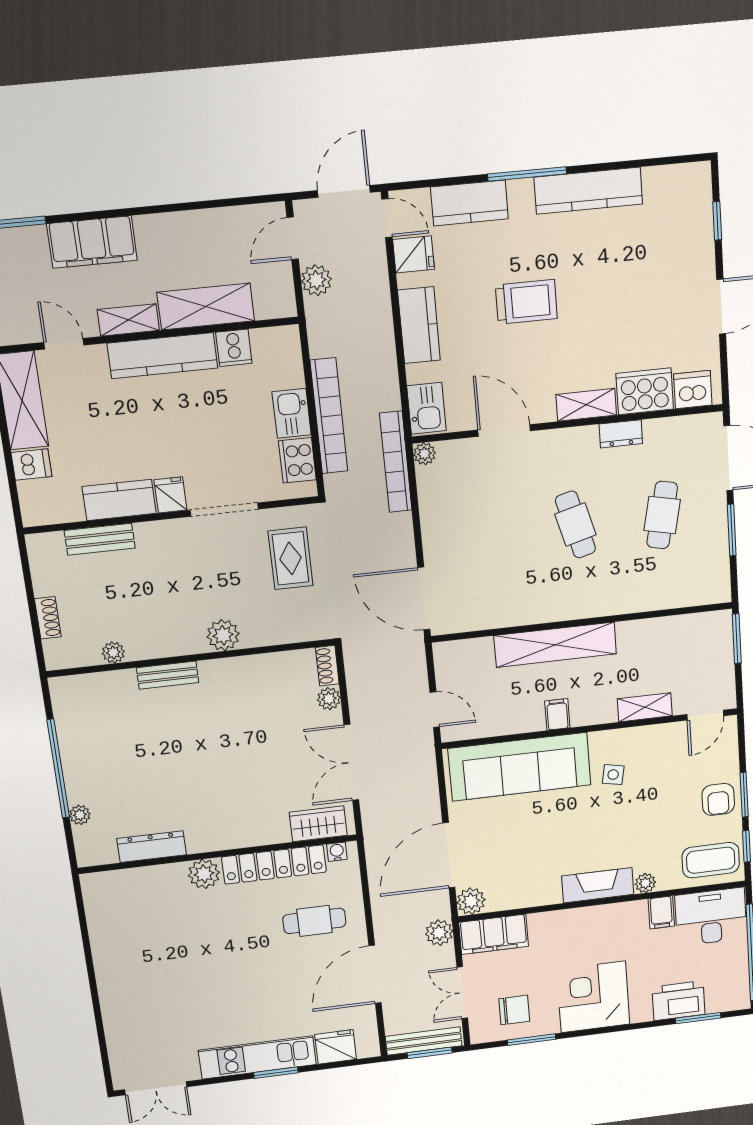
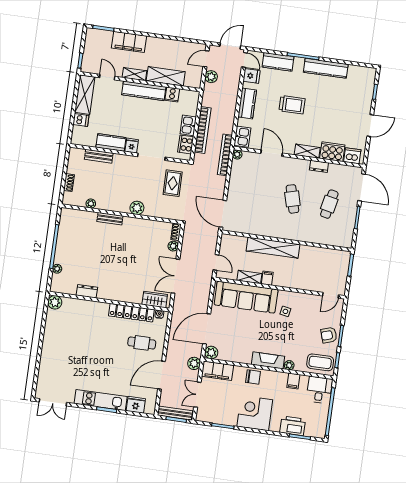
shelving: (645, 707) -> (249, 277), moved
armchair: (718, 799) -> (329, 335), turned 72
dresser: (152, 847) -> (87, 291), width x0.70
plant: (204, 874) -> (55, 302), moved
desk: (711, 917) -> (319, 390), width x0.73
chair: (514, 1010) -> (253, 377), moved

